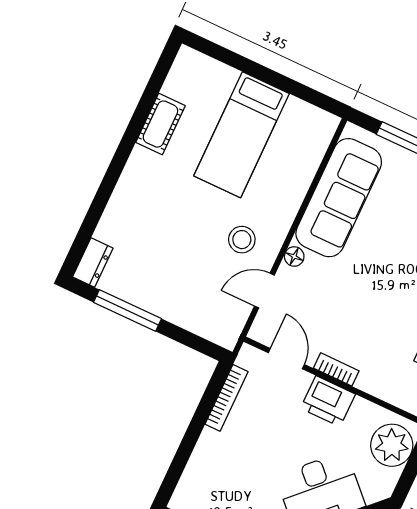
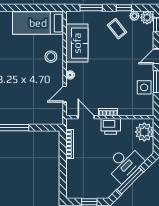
bed: (241, 135) -> (38, 23), moved, turned 90
sofa: (339, 198) -> (77, 43), width x0.73
stool: (242, 240) -> (51, 57), moved

